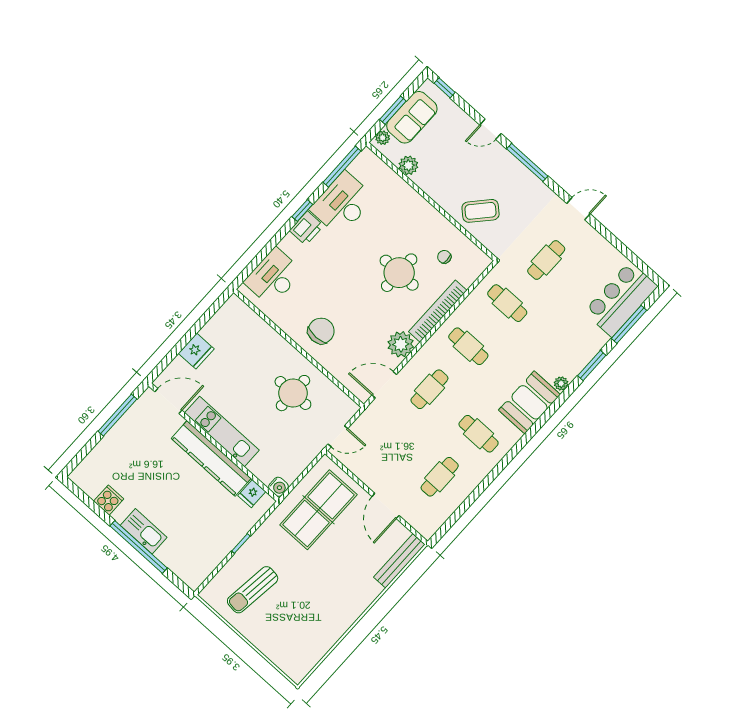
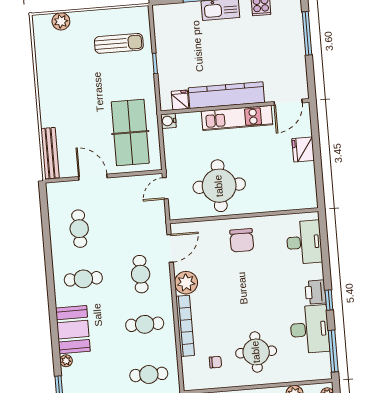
round table: (399, 273) -> (256, 352), moved
round table: (293, 393) -> (219, 186), width x1.36, depth x1.36
window: (117, 415) -> (307, 33), moved
sun lounger: (253, 590) -> (119, 43), turned 83
plant: (280, 656) -> (61, 21), added

